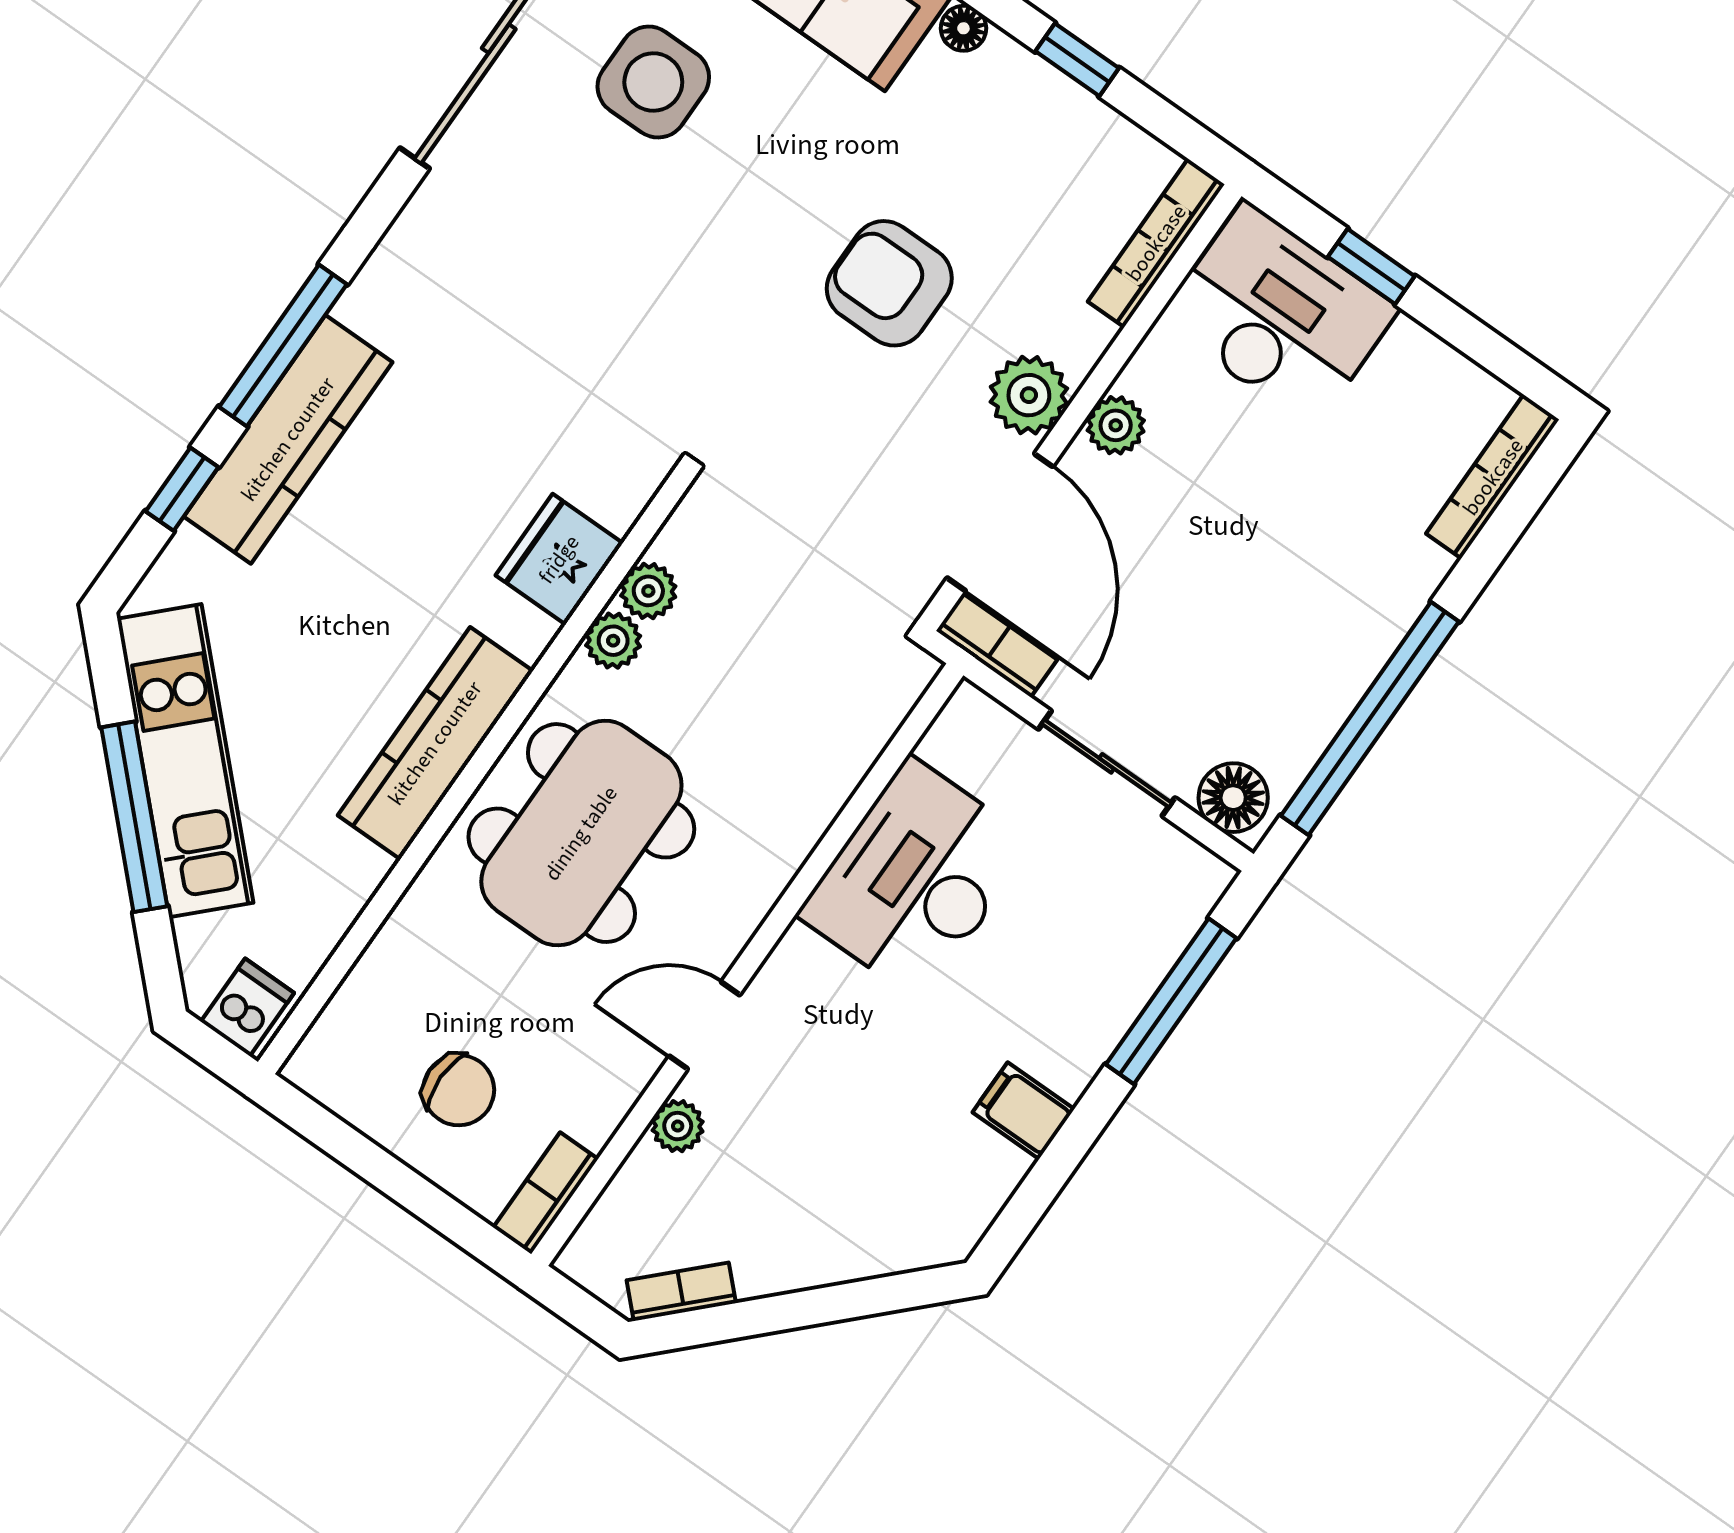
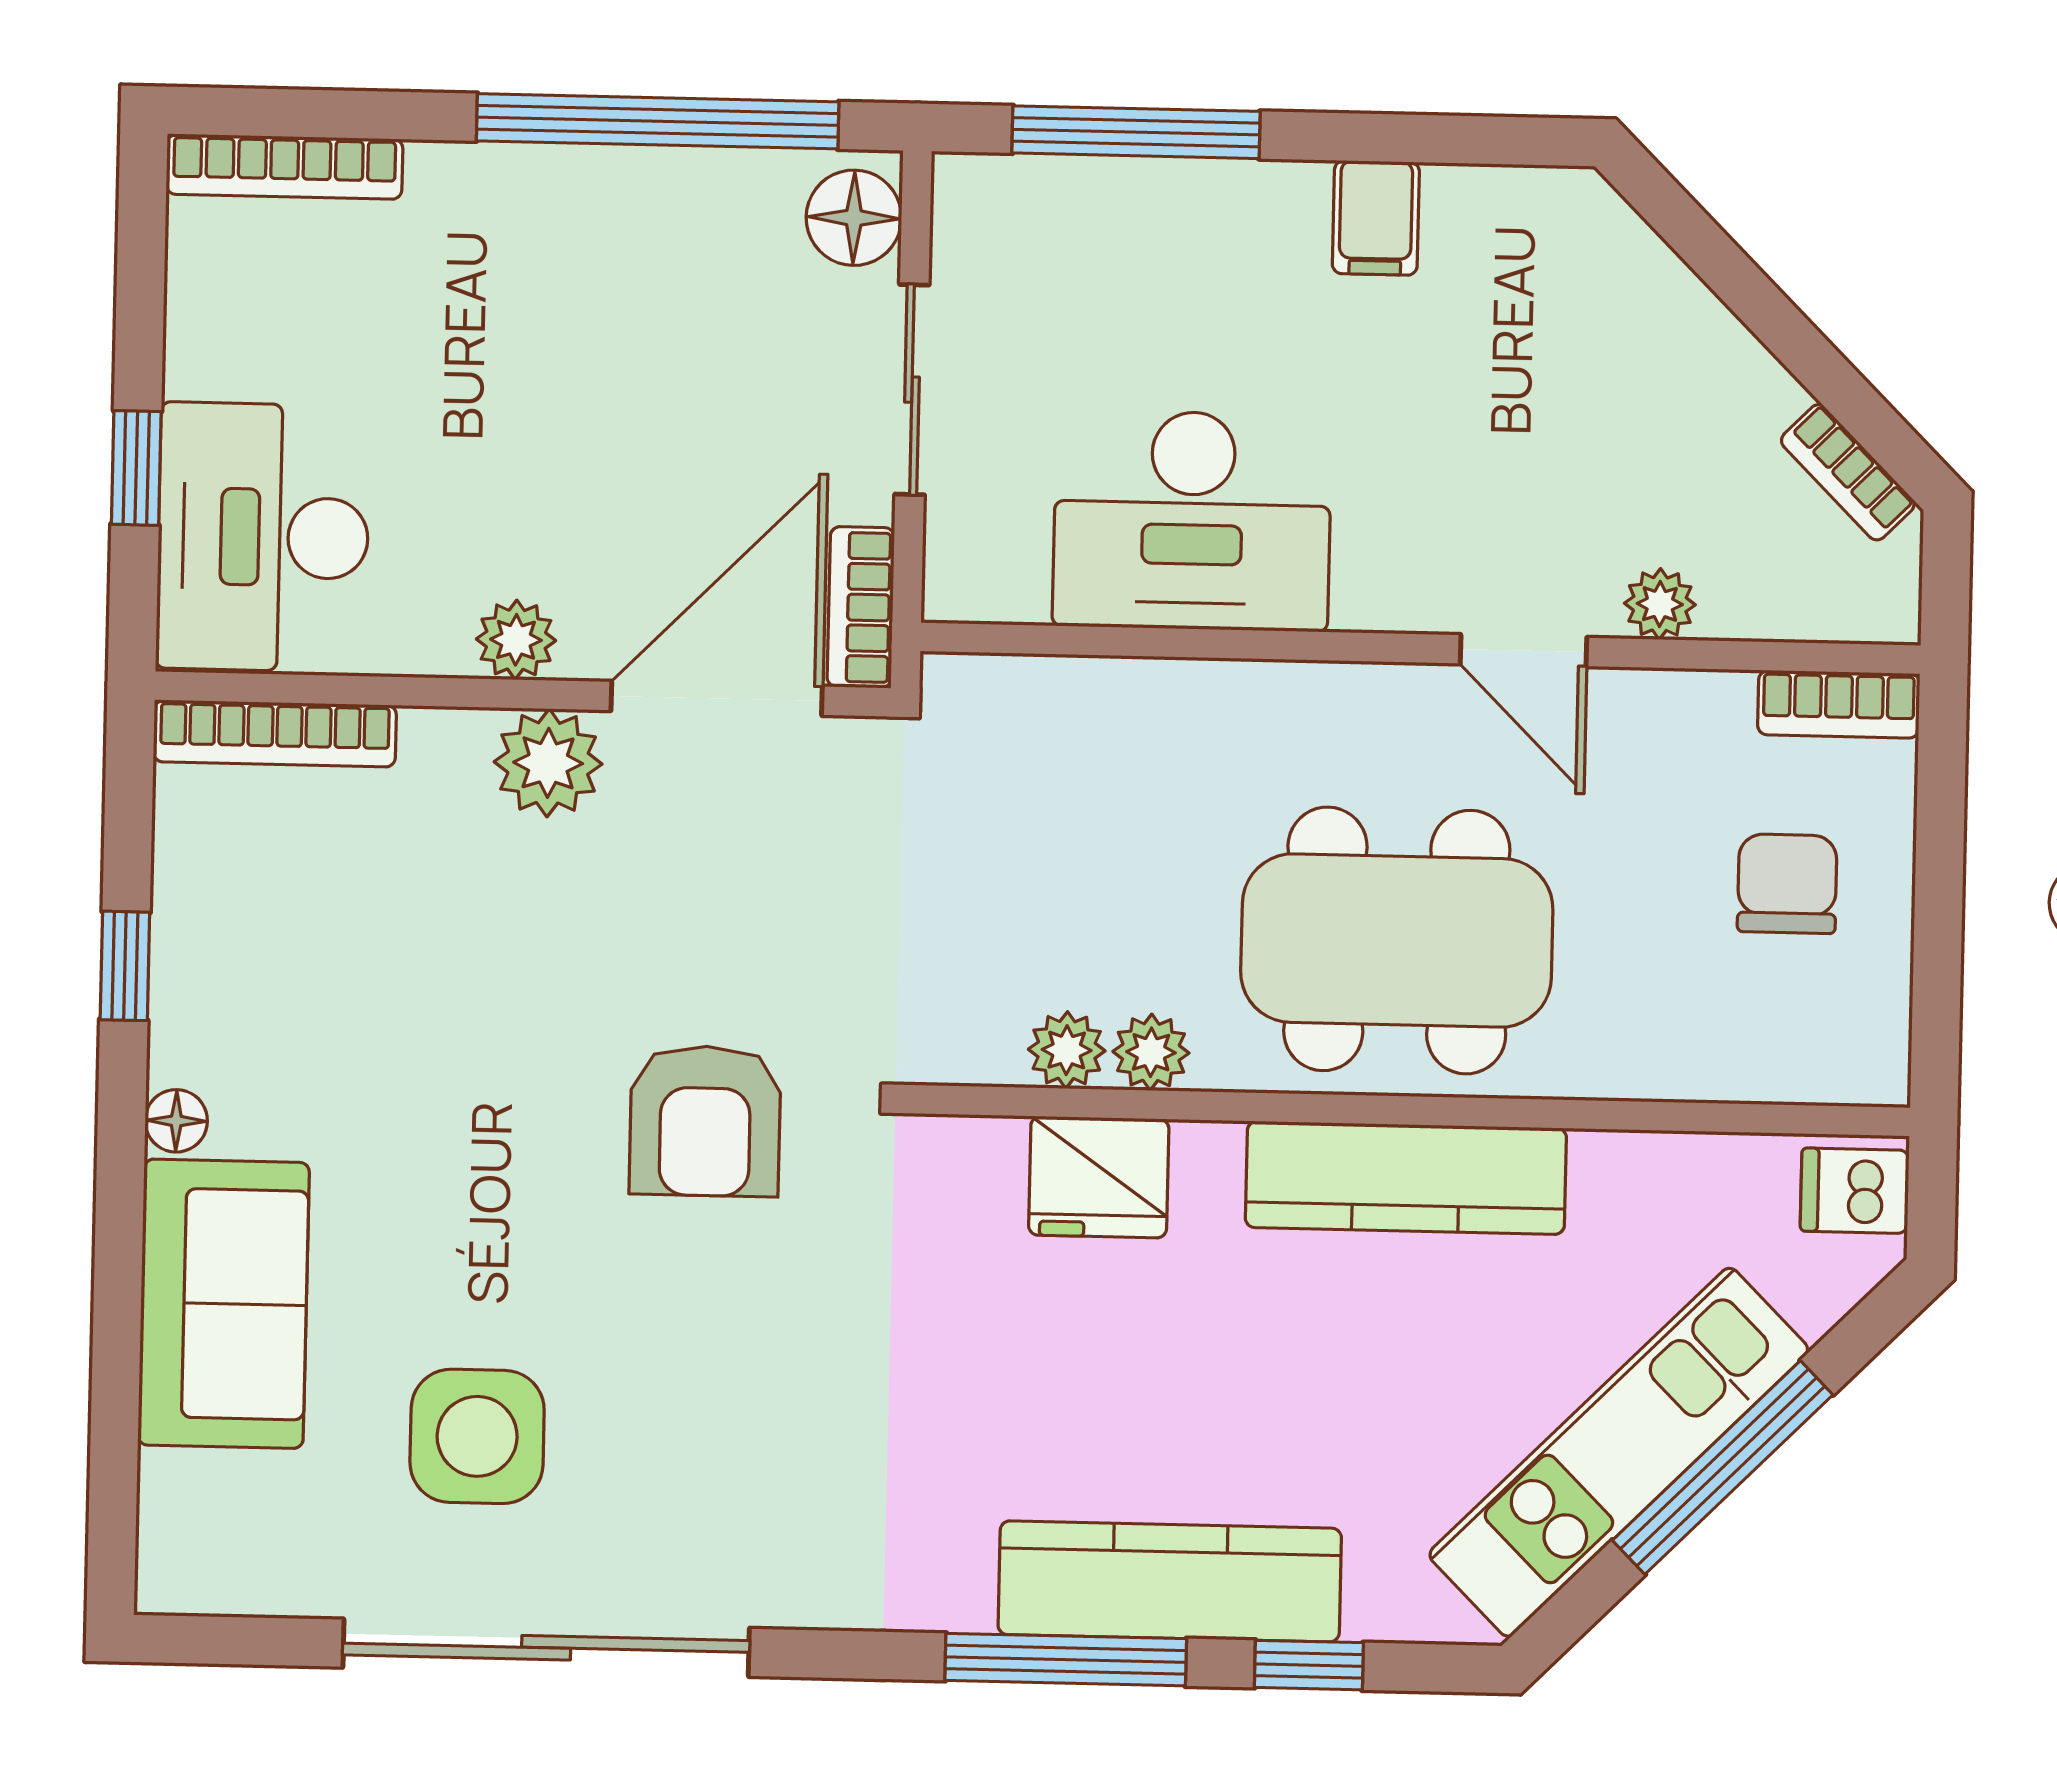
armchair: (889, 283) -> (705, 1121), moved

